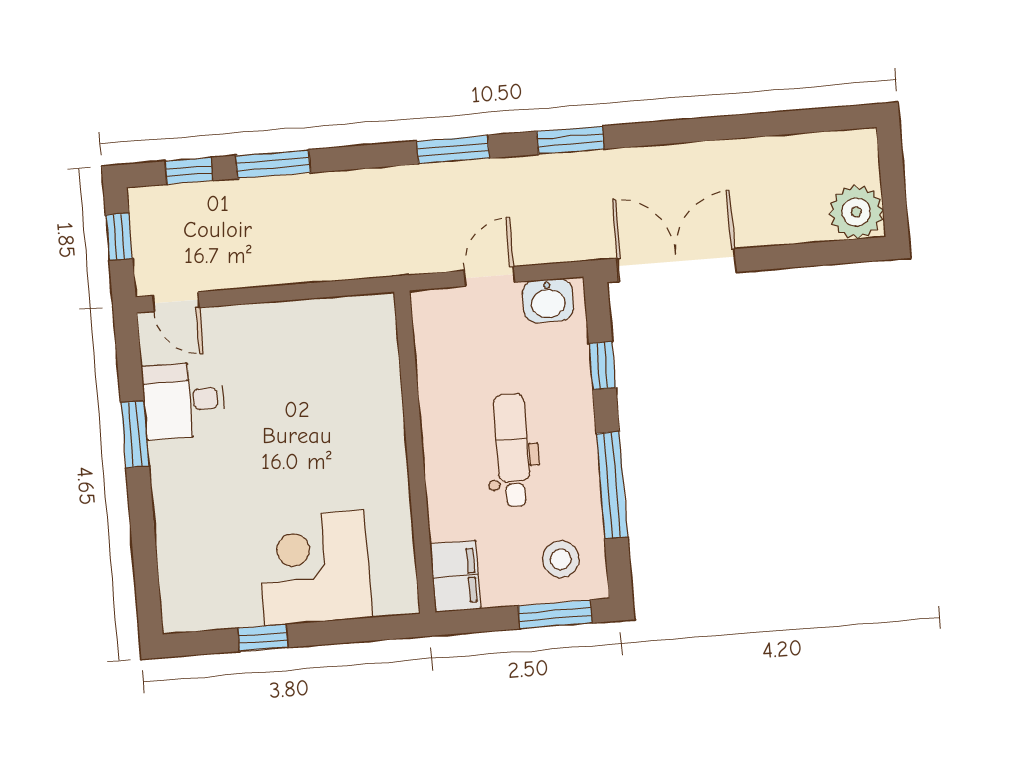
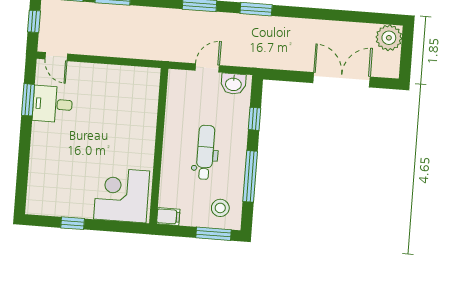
plant: (856, 212) -> (389, 38), moved
double door: (677, 265) -> (342, 80), moved
window: (135, 434) -> (28, 100), moved
corner desk: (314, 568) -> (122, 195), moved
filing cabinet: (455, 576) -> (168, 216), width x0.50

